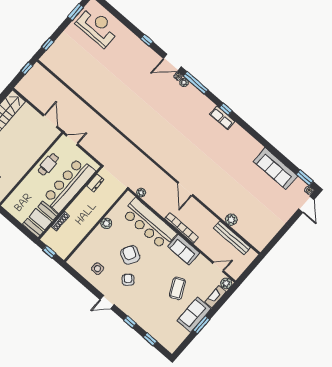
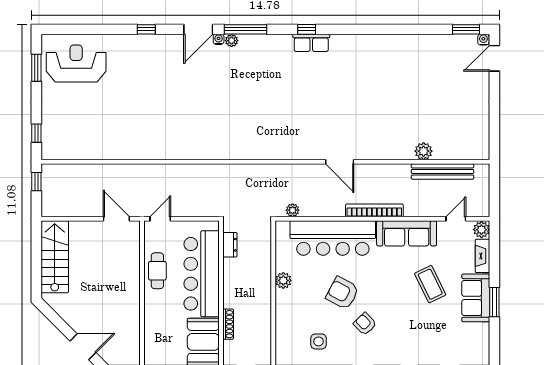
sofa: (276, 169) -> (423, 48), removed
door: (306, 204) -> (494, 58), swing flipped
sofa: (184, 250) -> (407, 233), width x1.36

